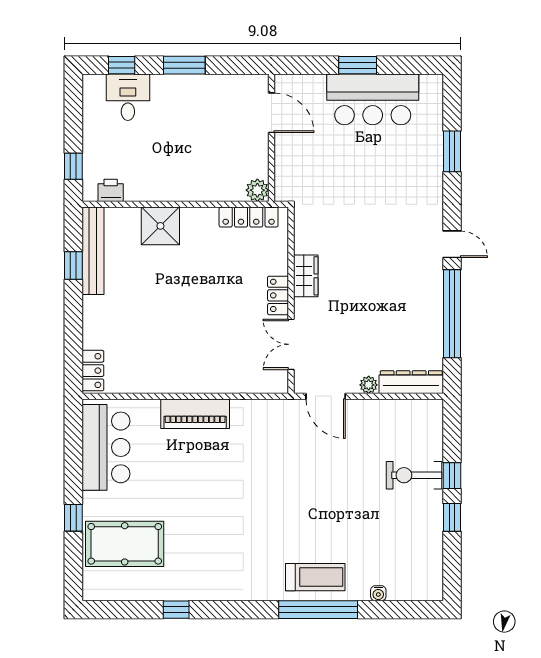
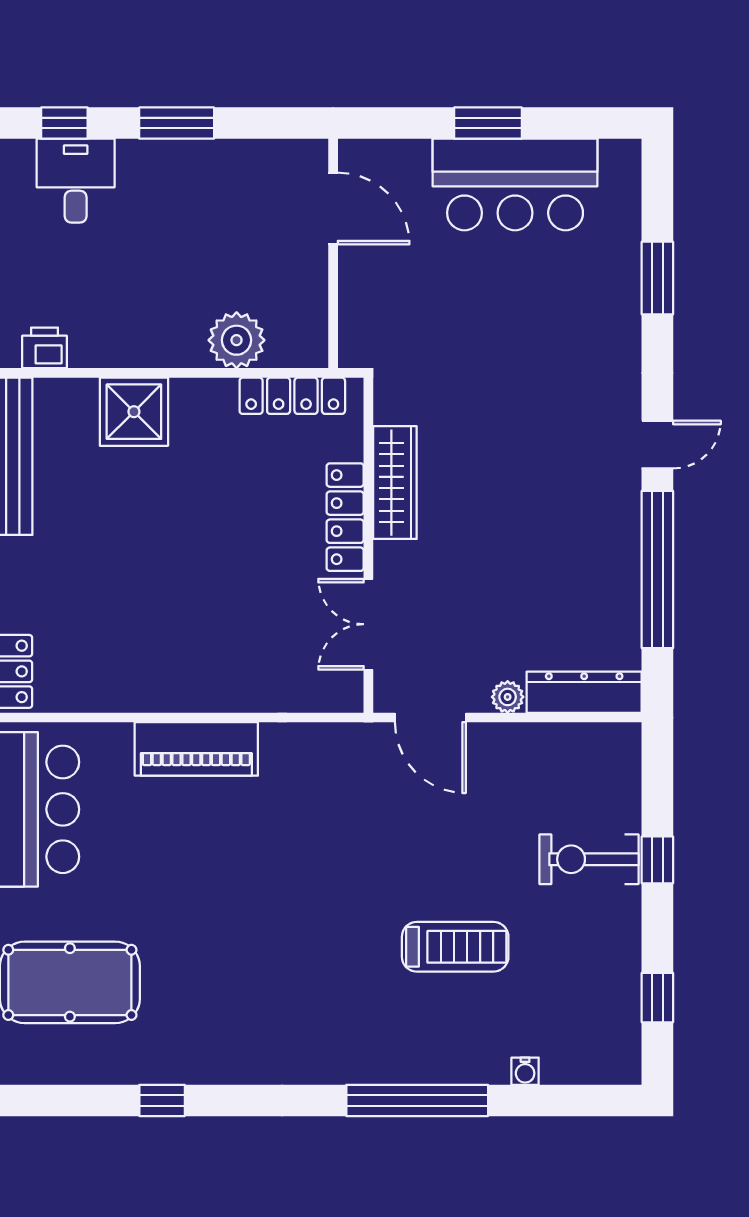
plant: (257, 190) -> (237, 340), moved, width x1.36, depth x1.36
door: (452, 244) -> (657, 445), hinge flipped
wardrobe: (306, 276) -> (395, 483), width x1.50
locker: (278, 295) -> (345, 517), width x1.53
window: (452, 517) -> (657, 998), moved
treadmill: (315, 577) -> (455, 947), moved

